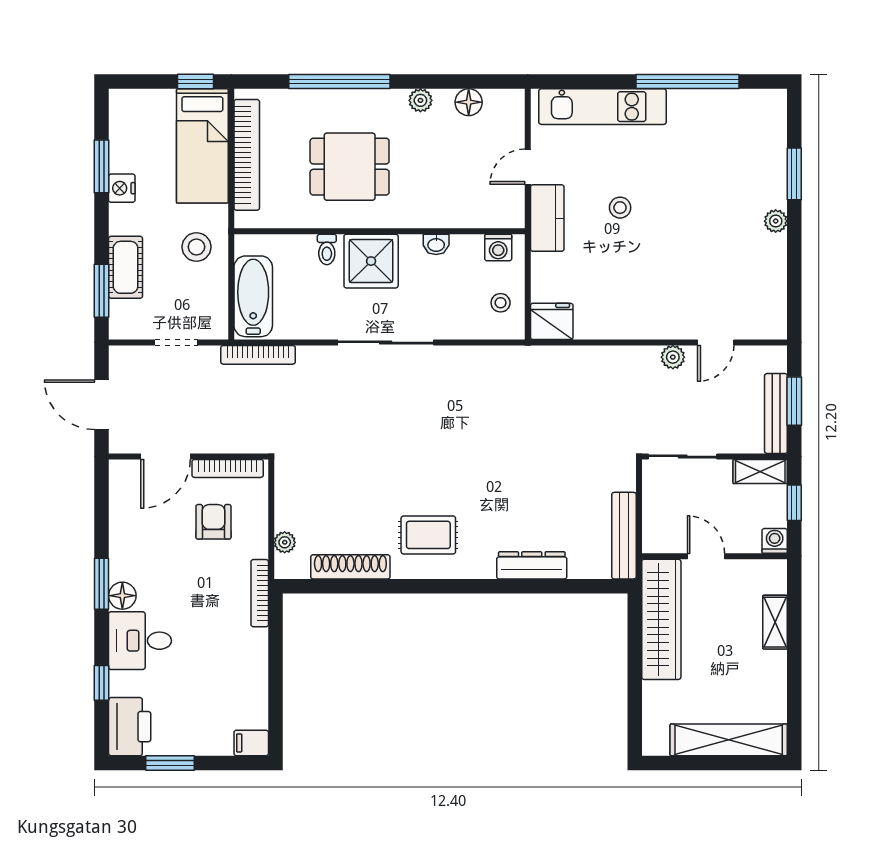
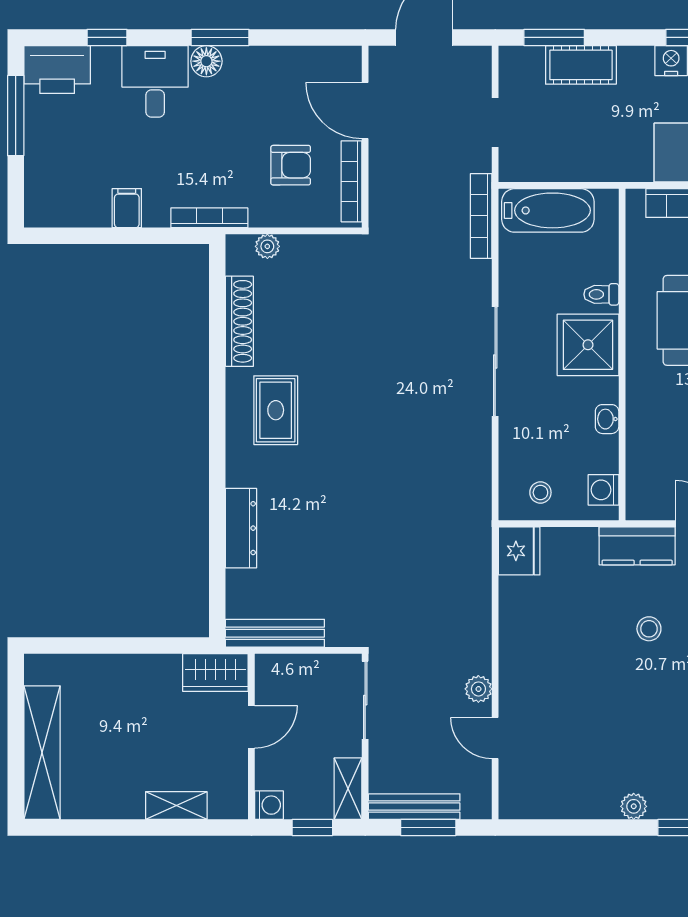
stool: (196, 247) -> (604, 146), removed
wardrobe: (661, 619) -> (215, 673), width x0.48, depth x0.85
filing cabinet: (251, 743) -> (127, 208), moved
window: (170, 763) -> (16, 116), width x1.44

